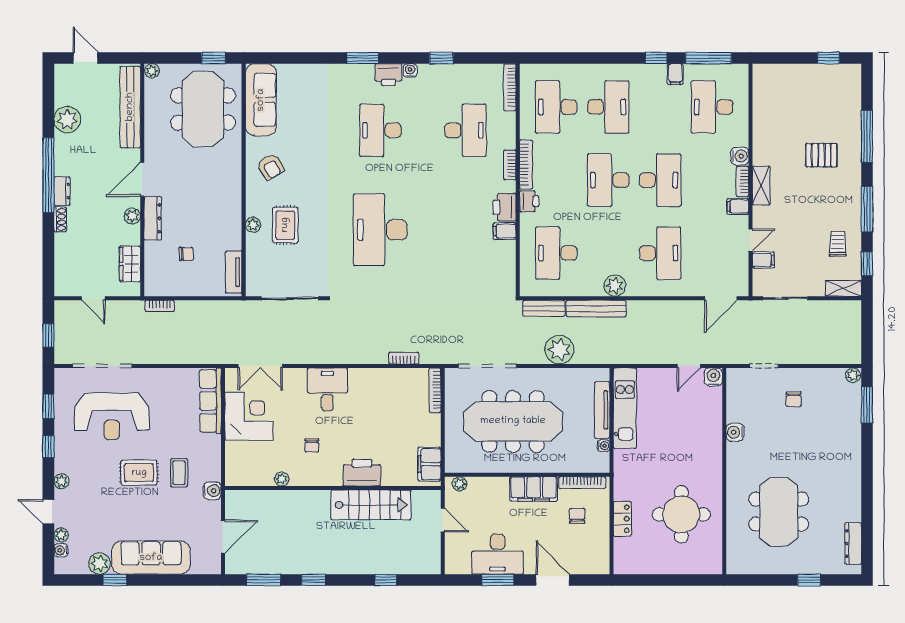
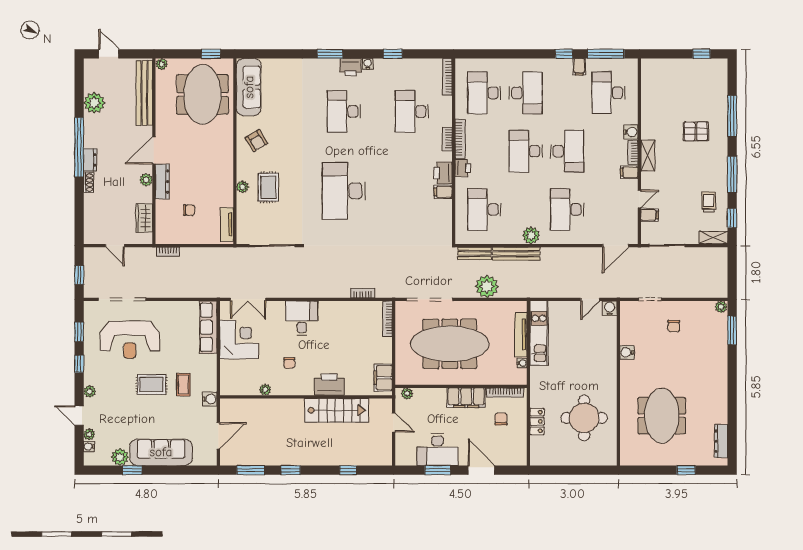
desk: (466, 130) -> (412, 111), turned 180
desk: (660, 253) -> (567, 209), turned 180

